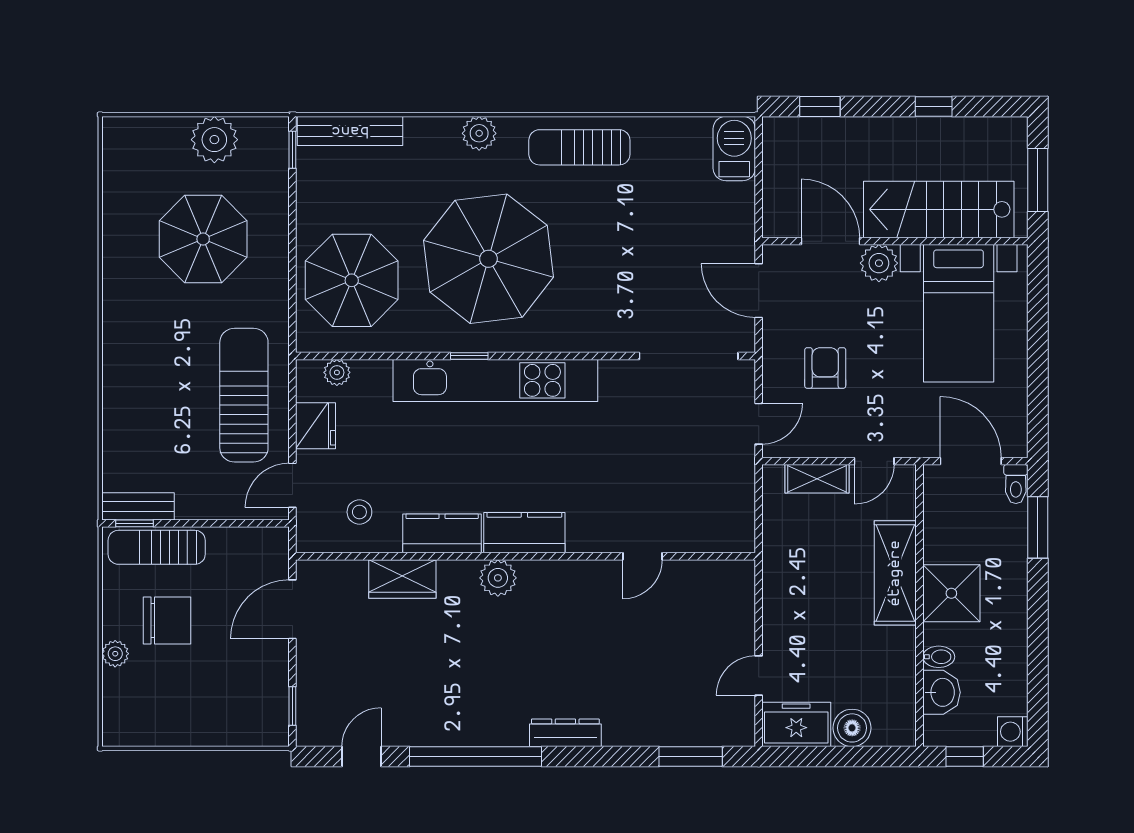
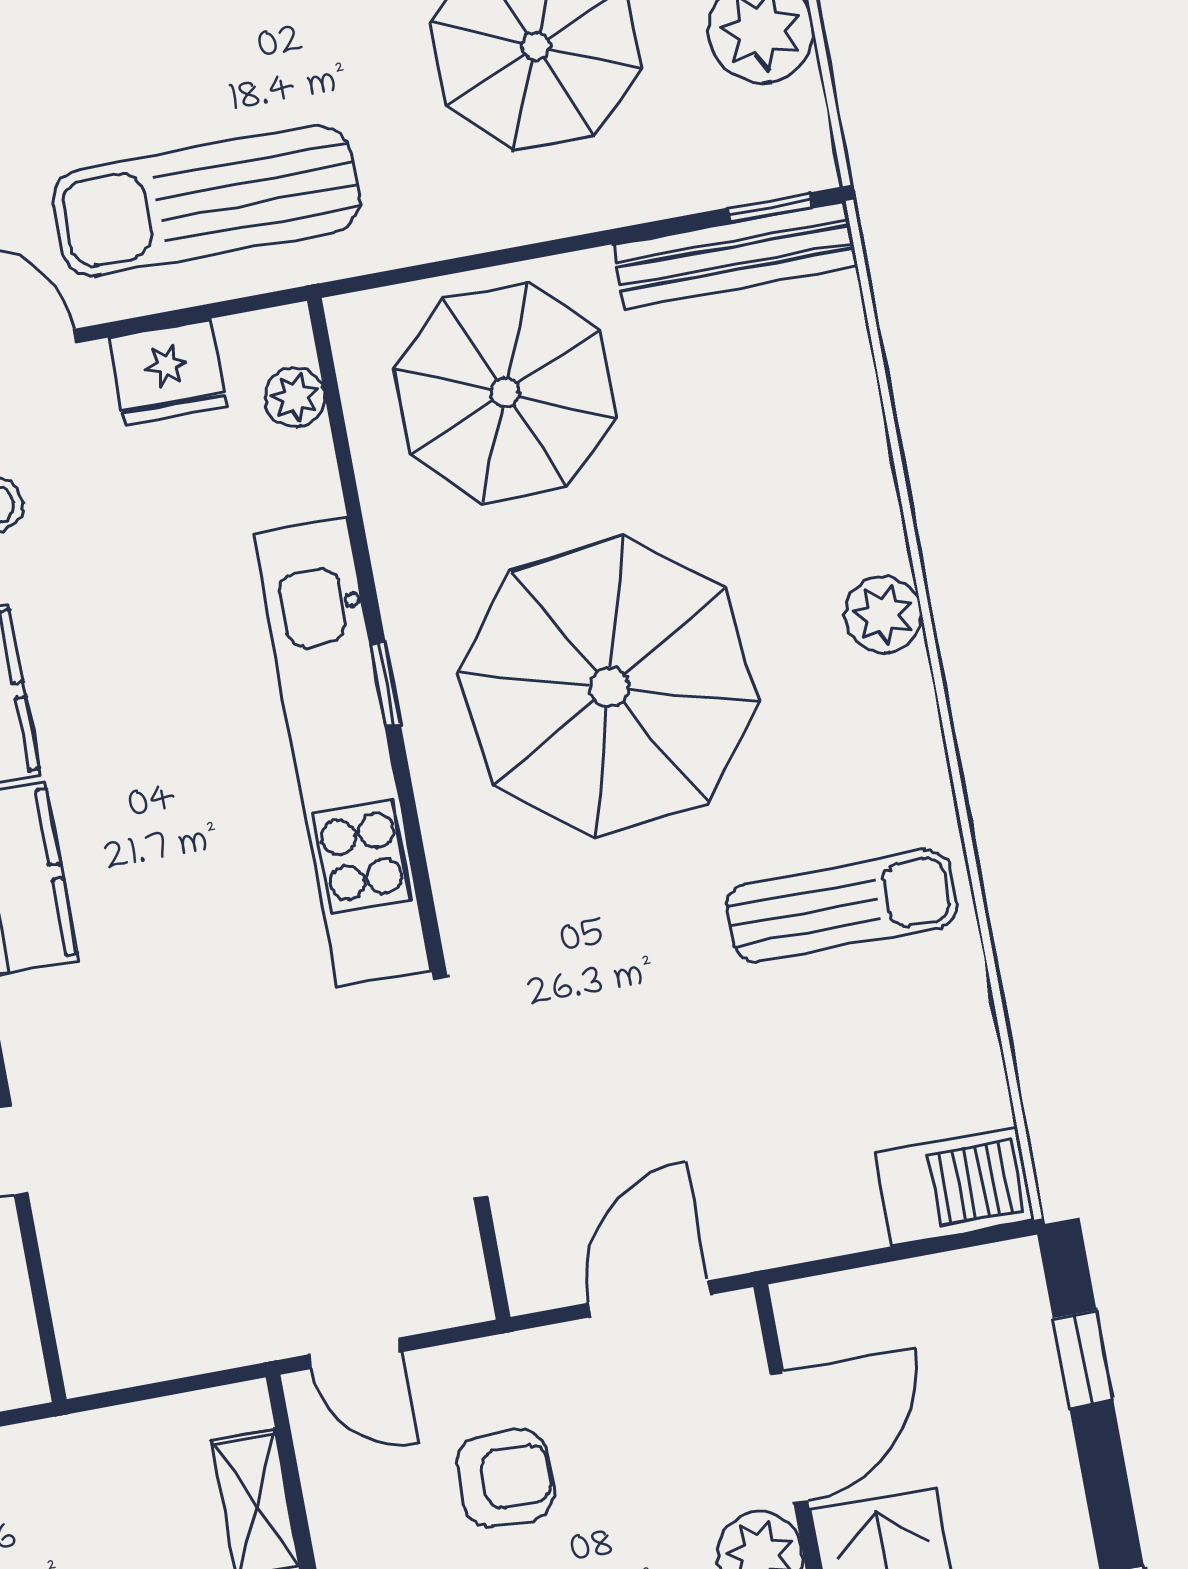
bench: (350, 131) -> (735, 255), moved, turned 90
sun lounger: (579, 147) -> (842, 906), moved, turned 90
doorway: (689, 356) -> (461, 1088), moved
sun lounger: (244, 395) -> (206, 201), turned 180

